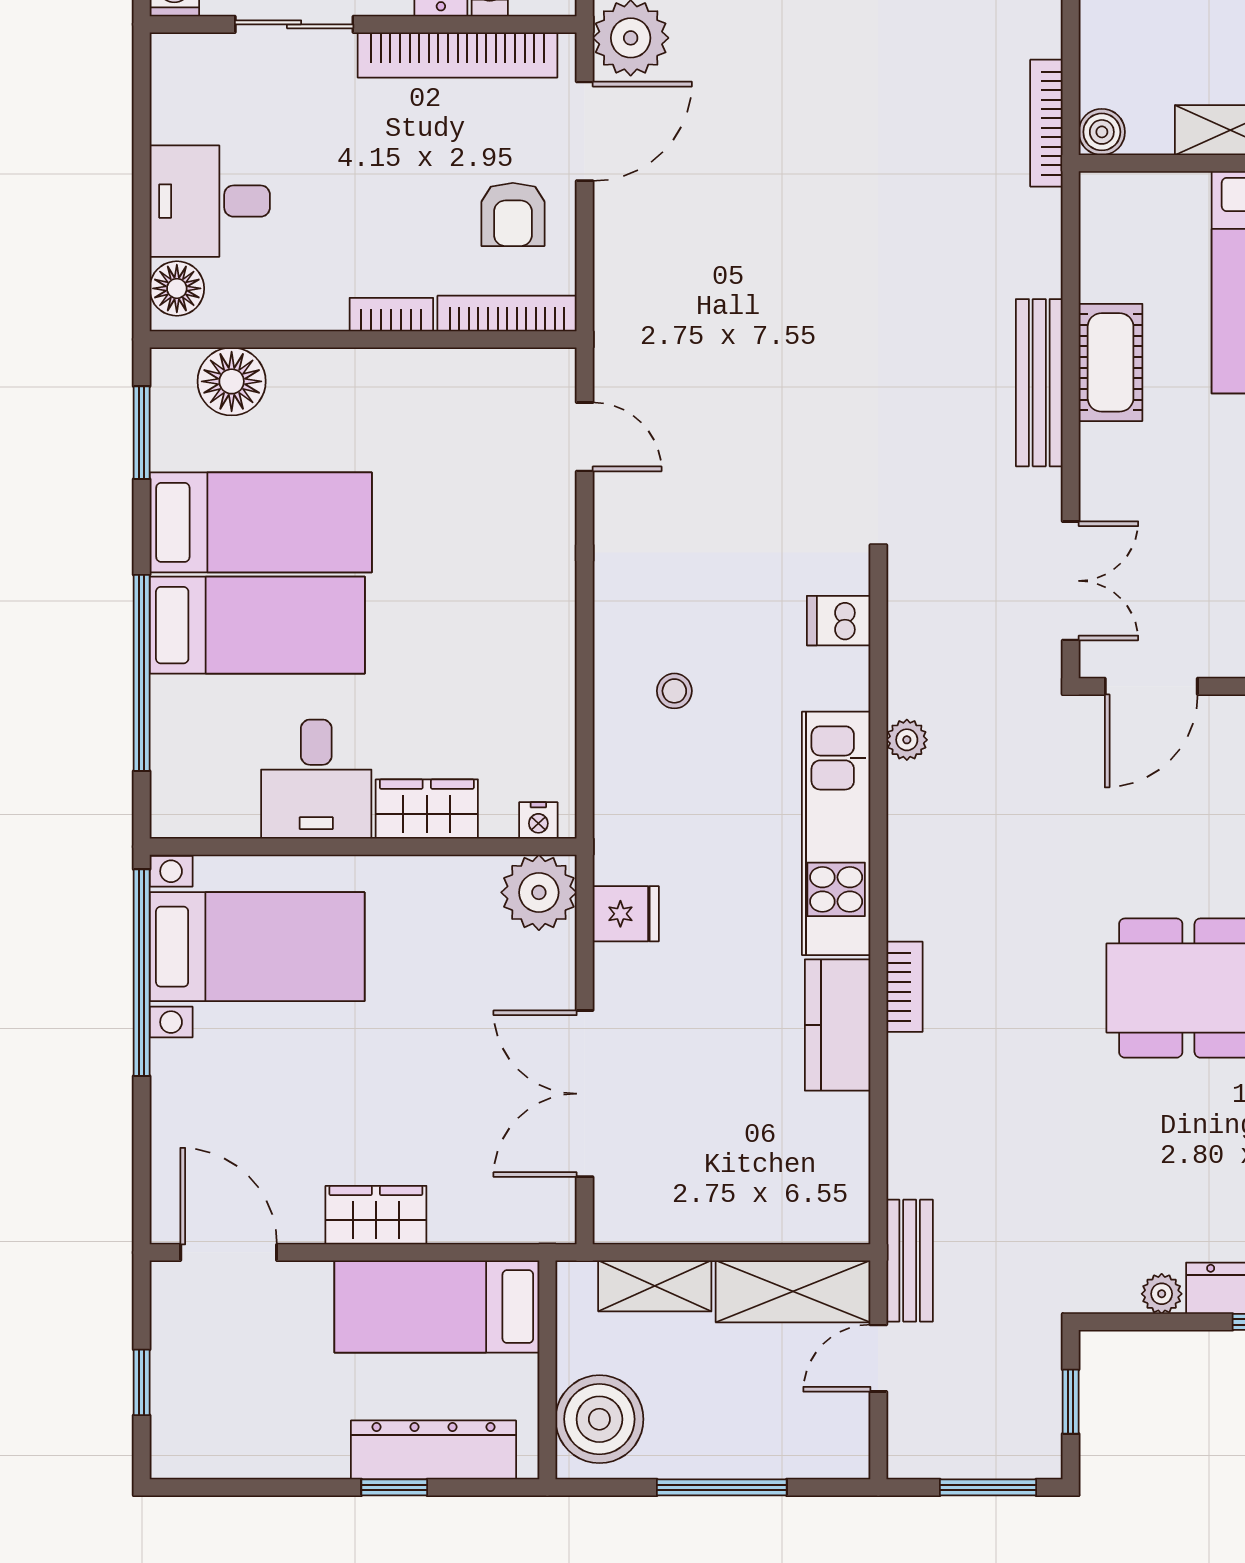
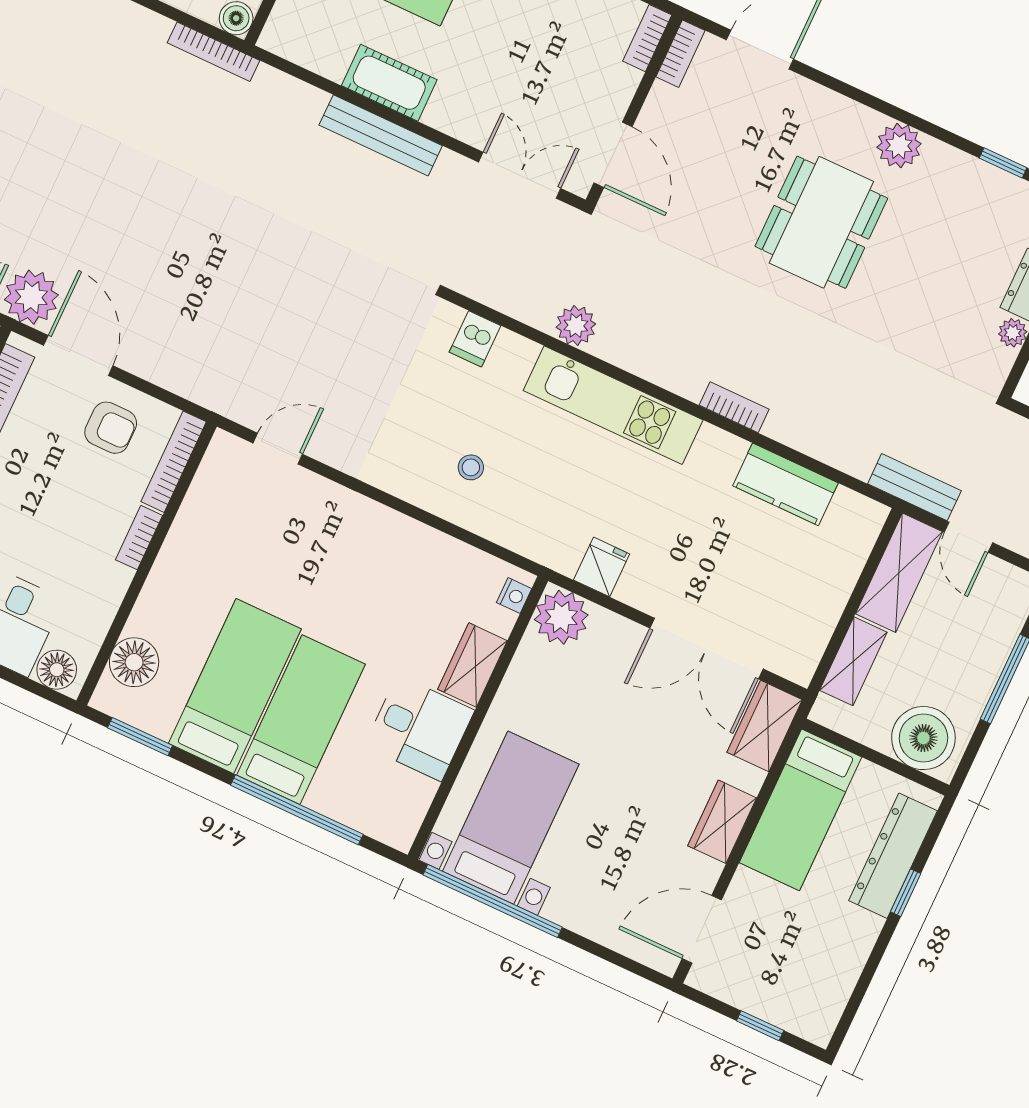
plant: (907, 740) -> (576, 326), width x1.38, depth x1.38
kitchen counter: (838, 1025) -> (785, 484), moved
wardrobe: (521, 1212) -> (765, 726), added

